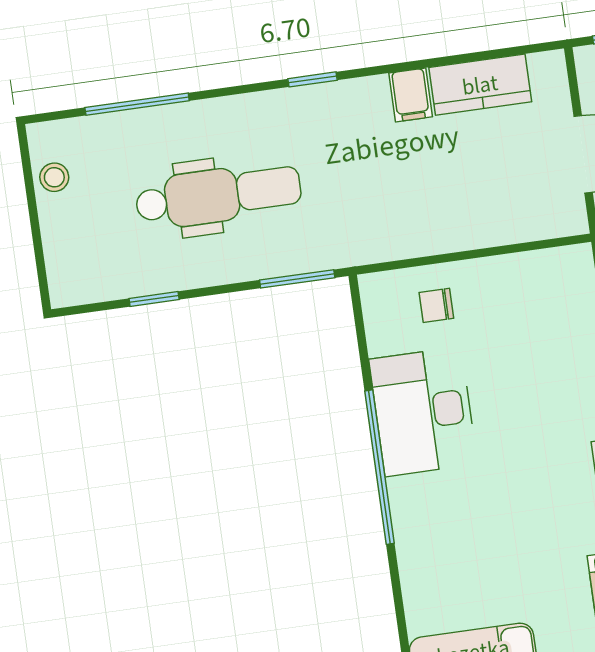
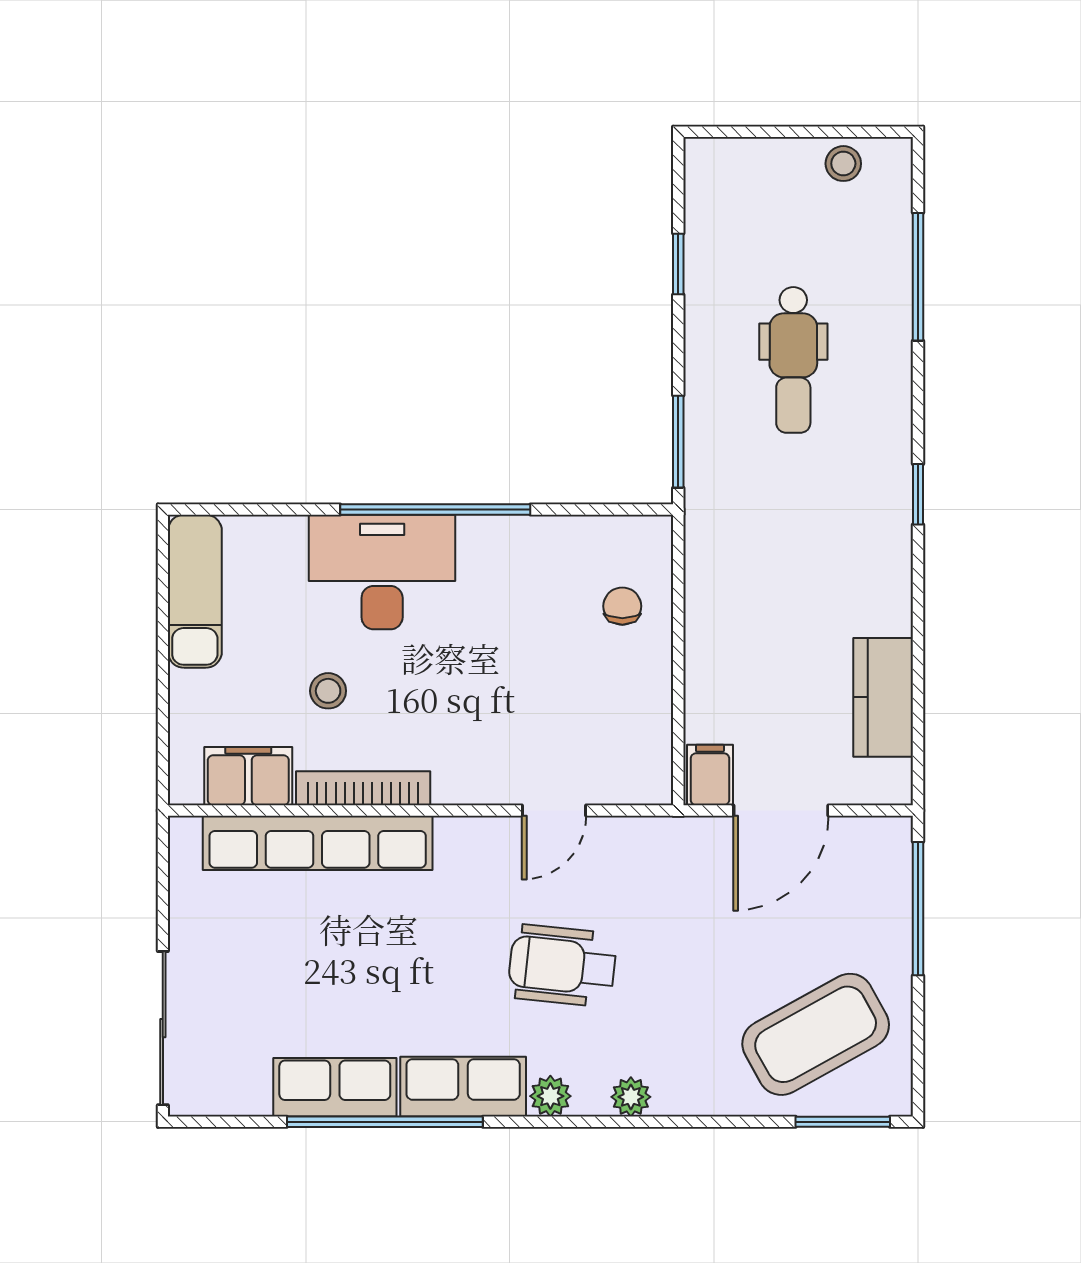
filing cabinet: (411, 95) -> (710, 775), moved, turned 90
dental chair: (218, 195) -> (793, 360), width x0.73, depth x0.72
desk: (423, 412) -> (382, 572), moved
stool: (538, 533) -> (328, 691), added

